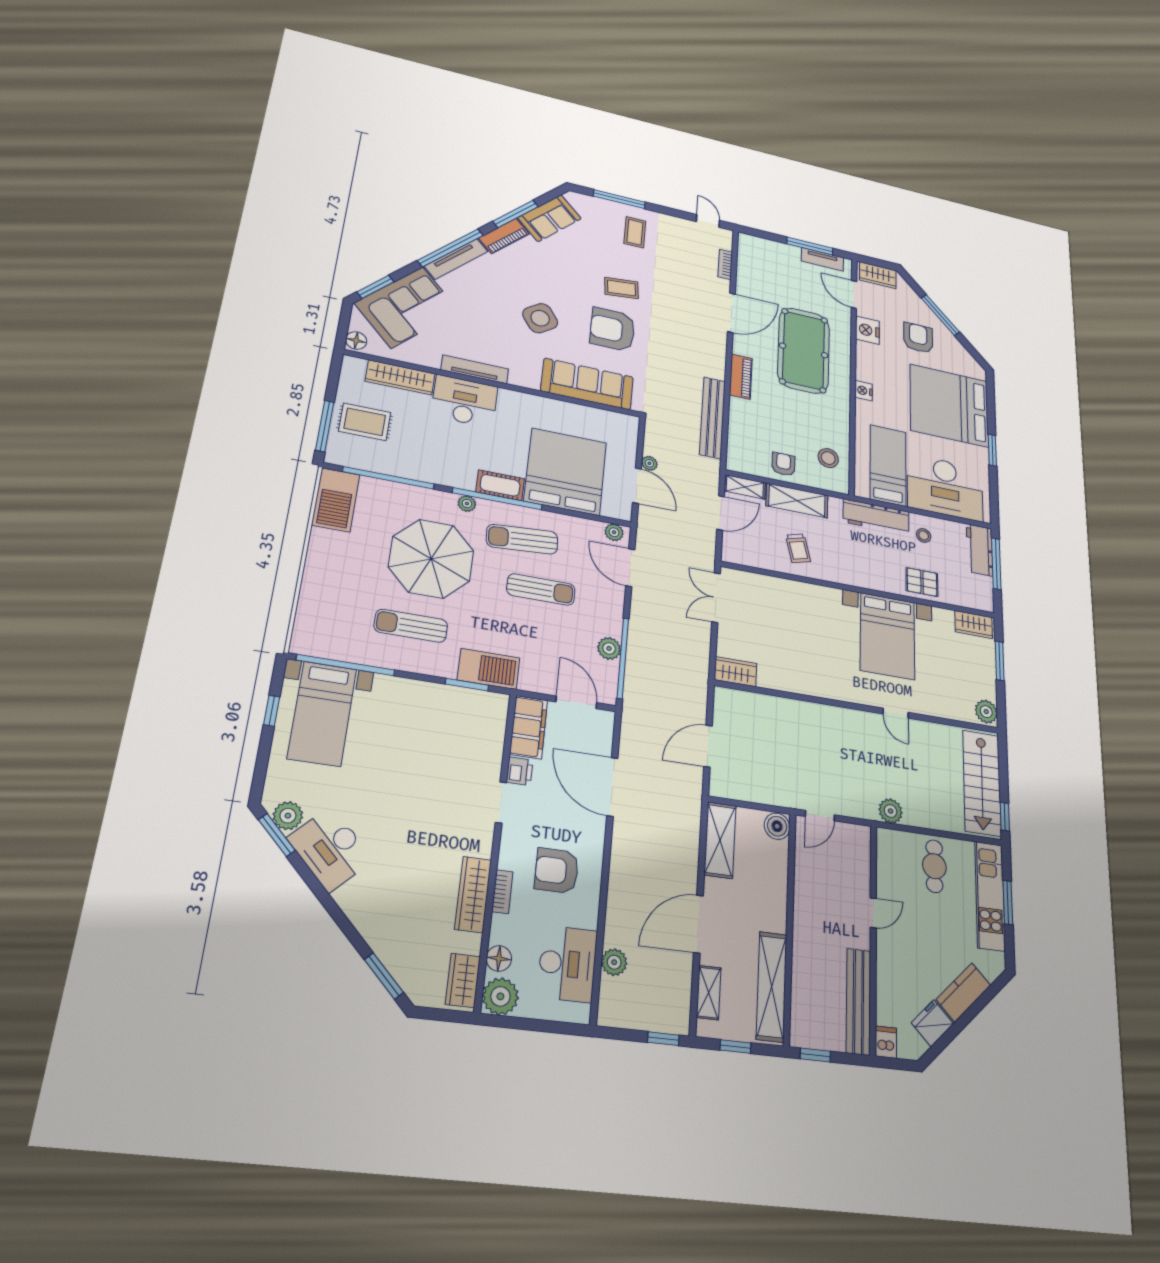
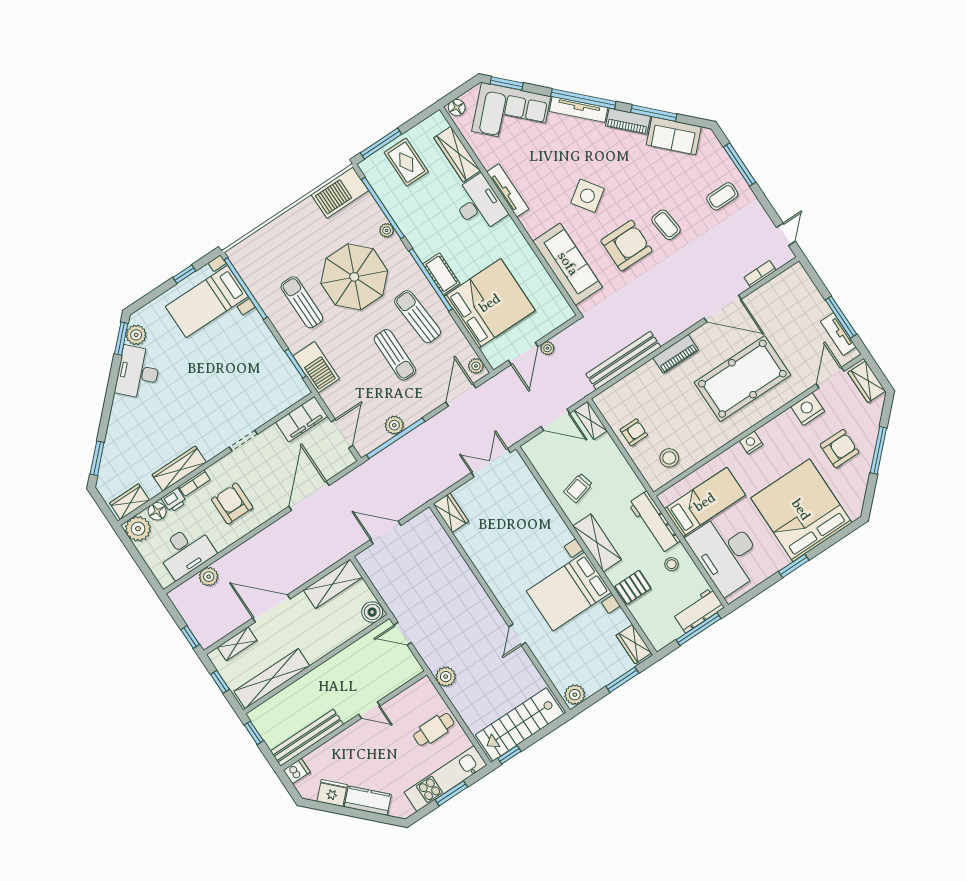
armchair: (612, 329) -> (626, 246), turned 90
shelving: (797, 501) -> (597, 543), moved
plant: (467, 504) -> (387, 230), moved
pallet: (922, 582) -> (633, 587), turned 90
printer: (520, 771) -> (174, 500), moved

